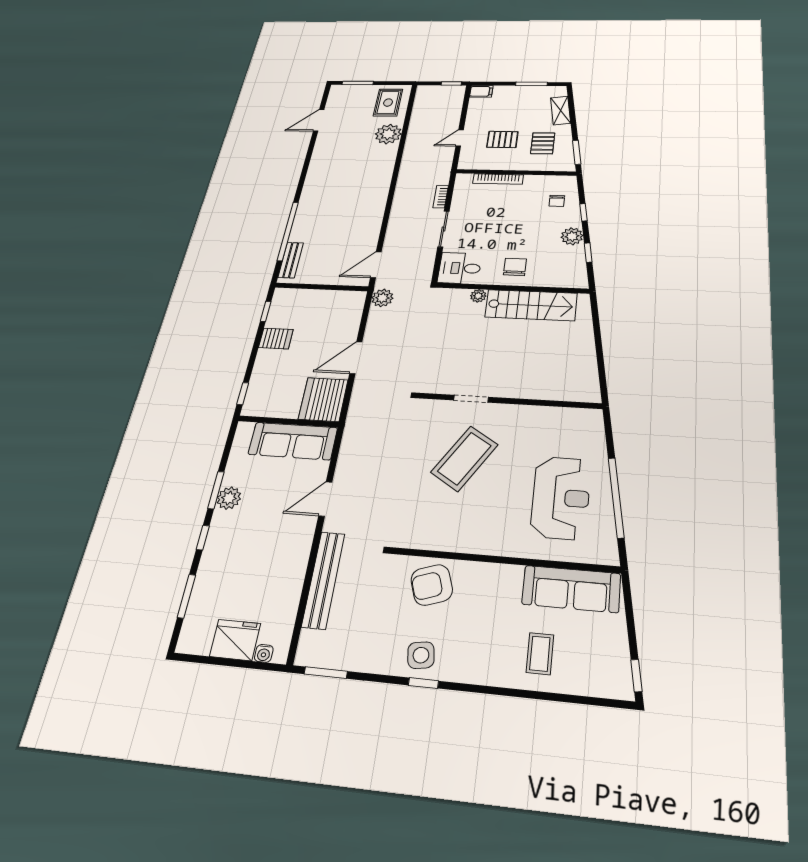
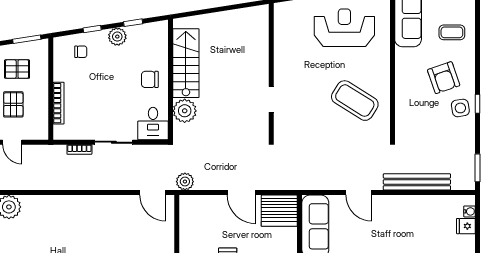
plant: (478, 296) -> (185, 111), width x1.88, depth x1.88
coffee table: (464, 458) -> (355, 101), moved
armchair: (432, 585) -> (444, 78), moved
fridge: (235, 640) -> (466, 226), width x0.53, depth x0.75

